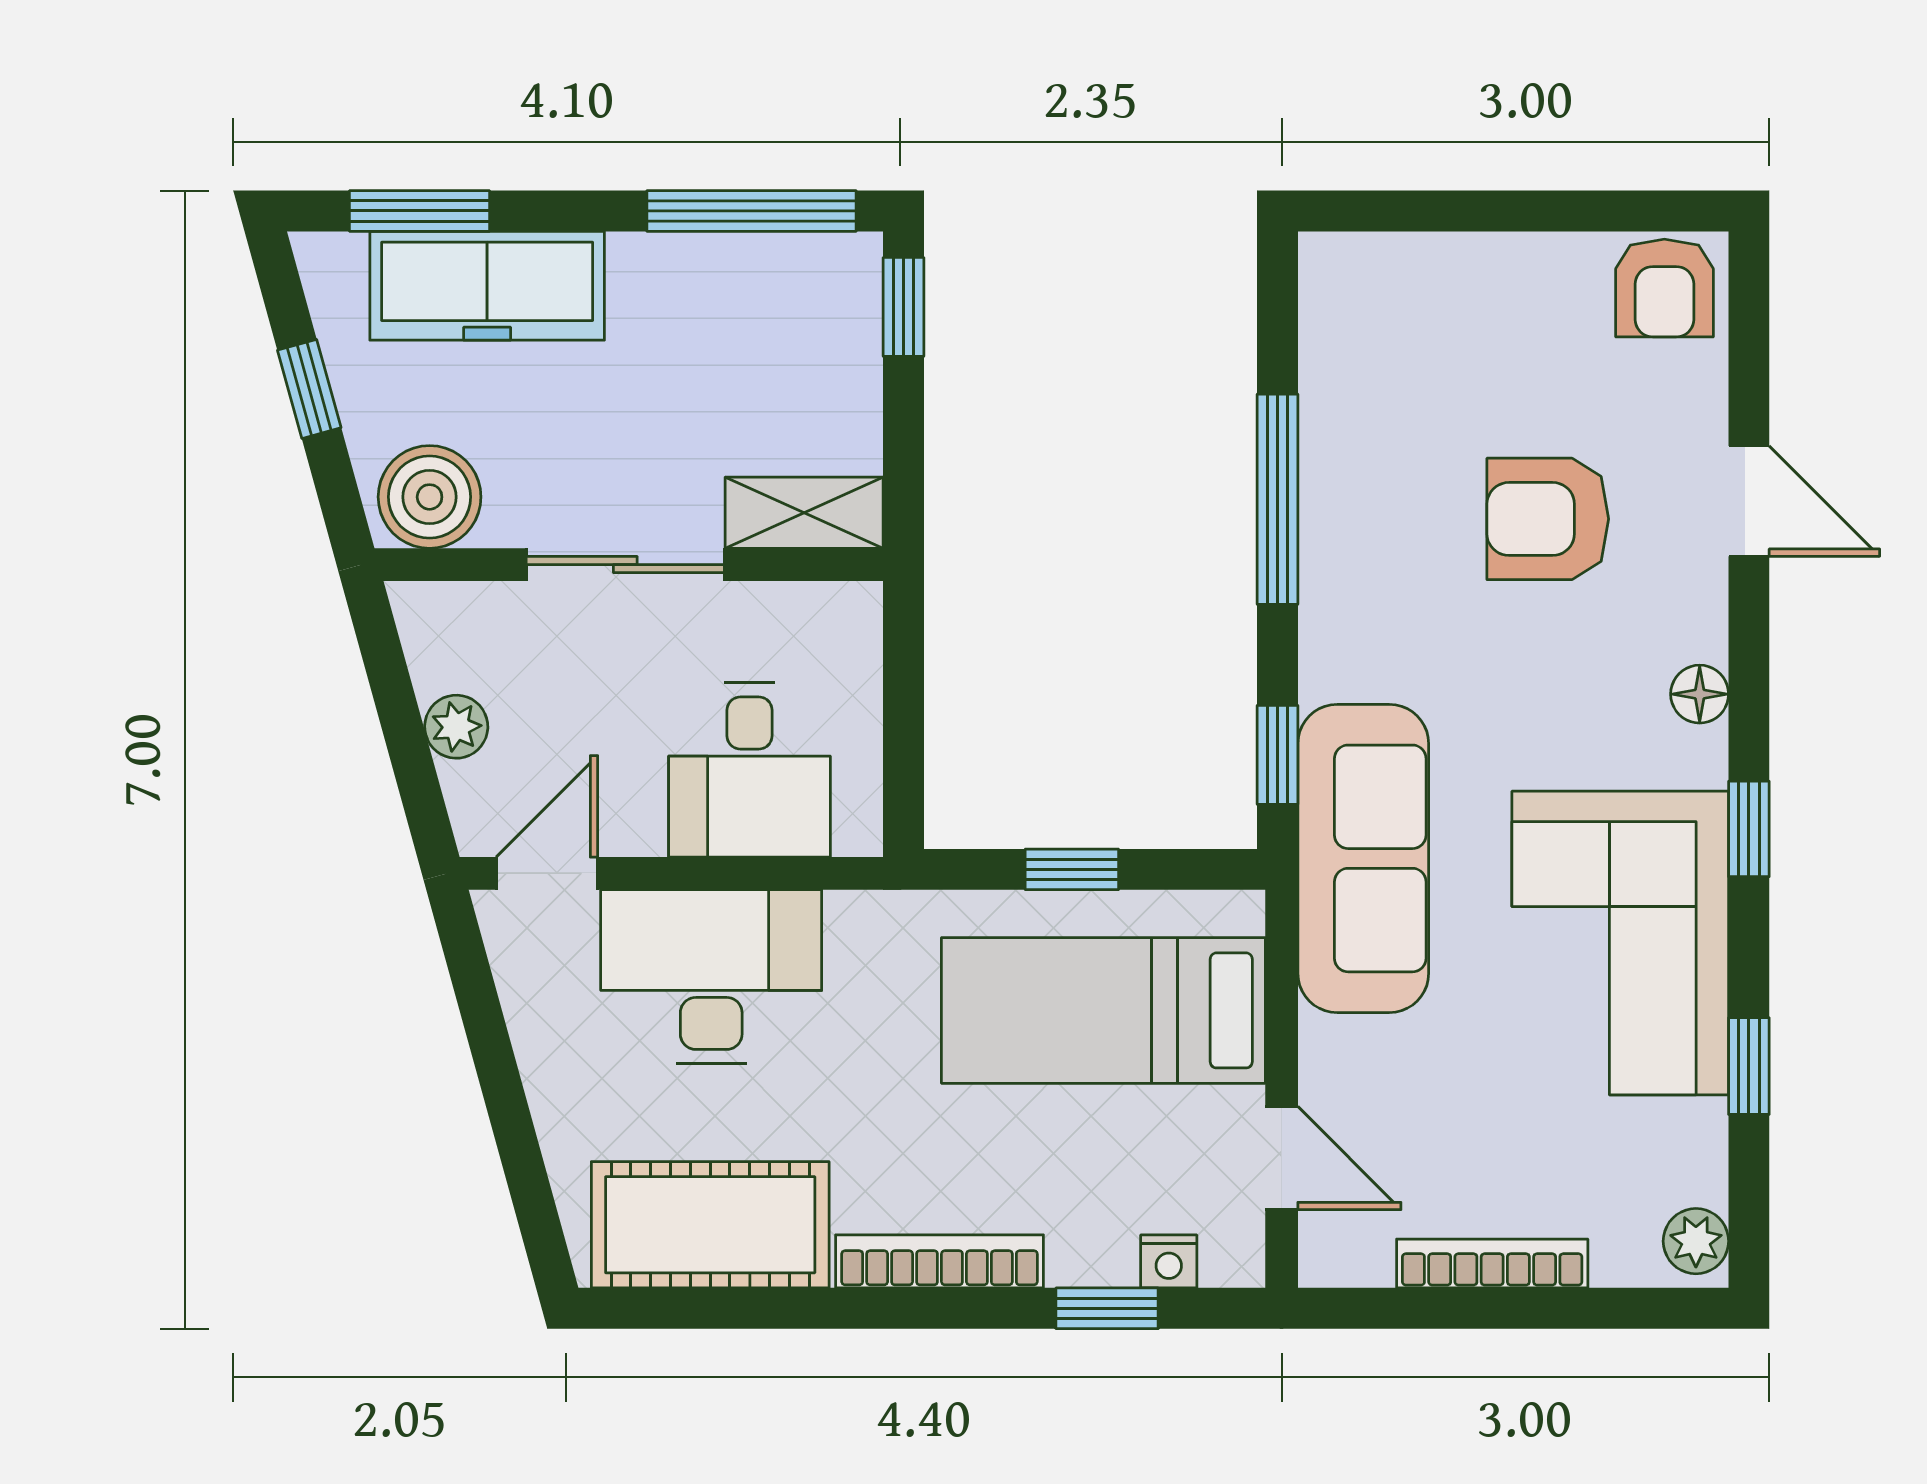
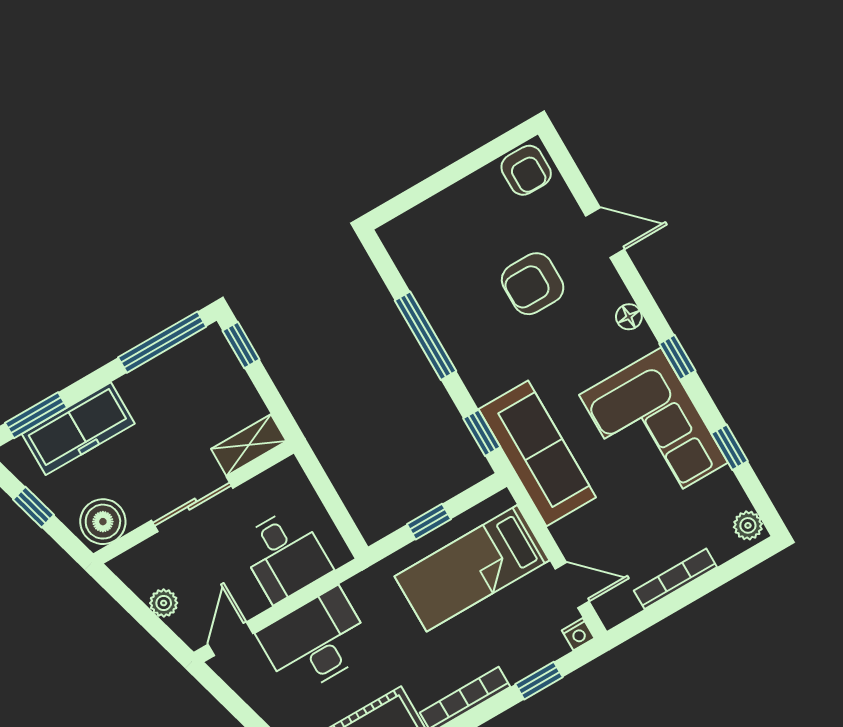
nightstand: (1169, 1261) -> (578, 634), moved

